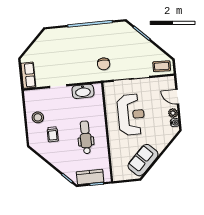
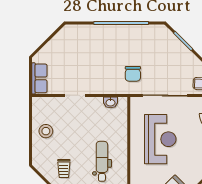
washbasin: (83, 91) -> (110, 102), width x0.52, depth x0.69
trolley: (53, 134) -> (64, 169), moved

